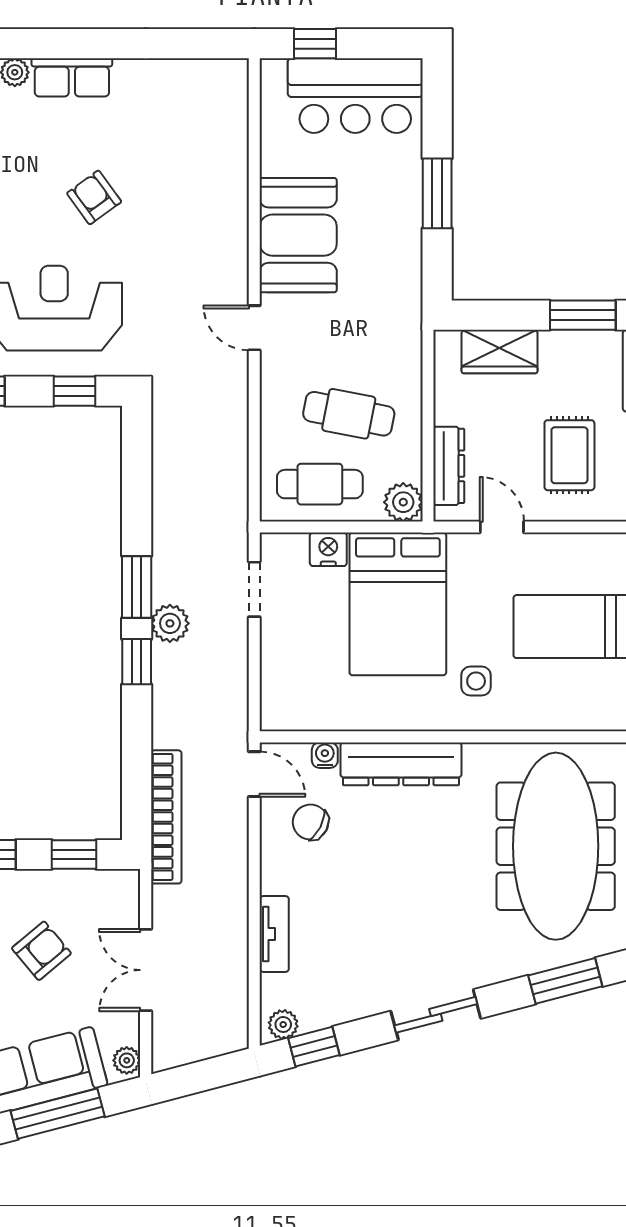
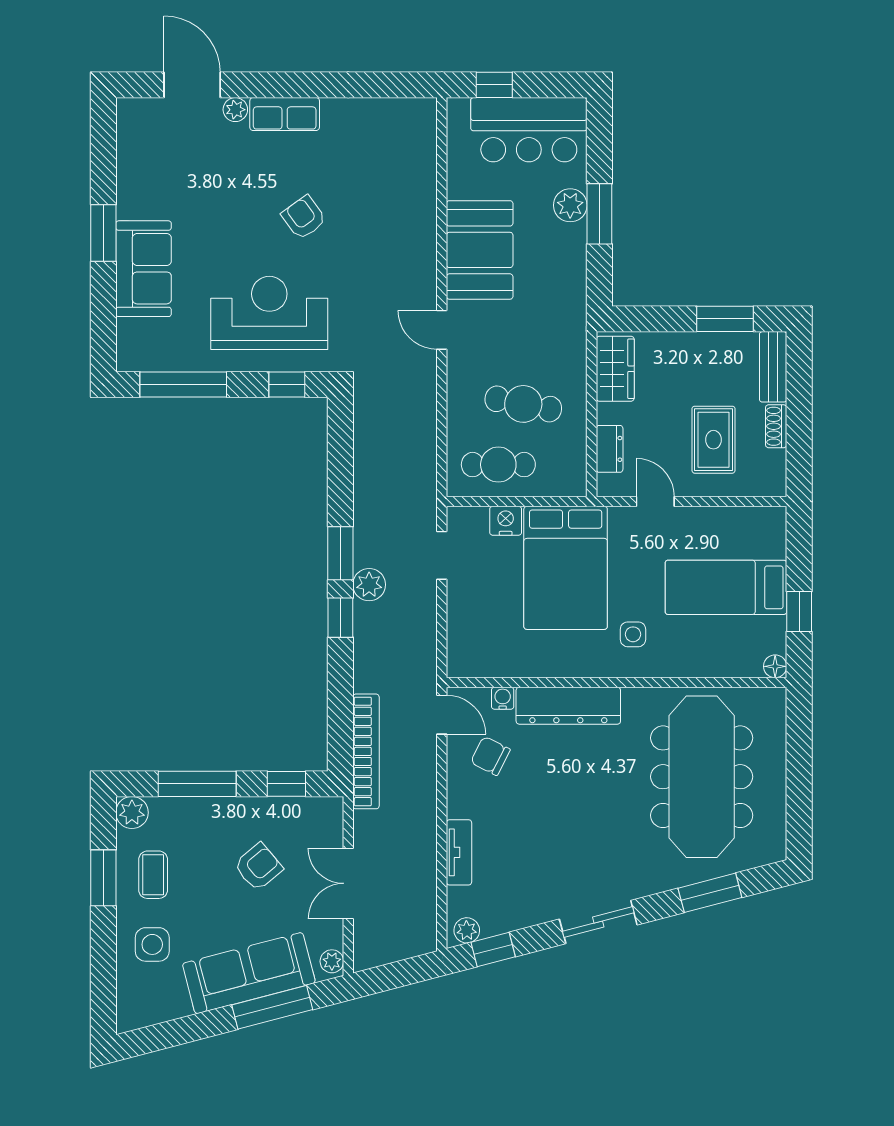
wardrobe: (500, 352) -> (615, 369), moved, turned -90
dresser: (449, 466) -> (610, 449), width x0.70
plant: (403, 502) -> (570, 205), moved

